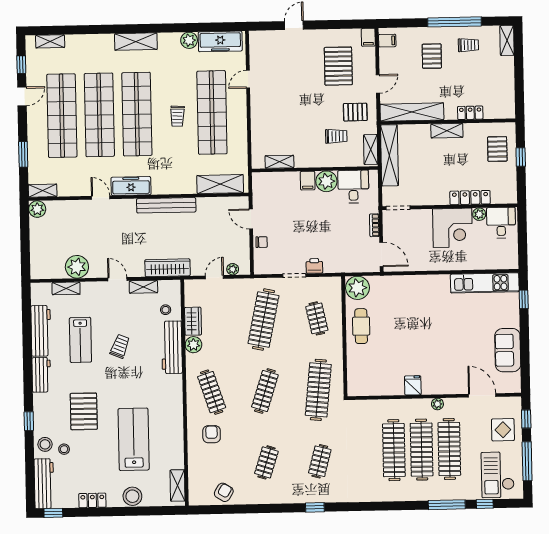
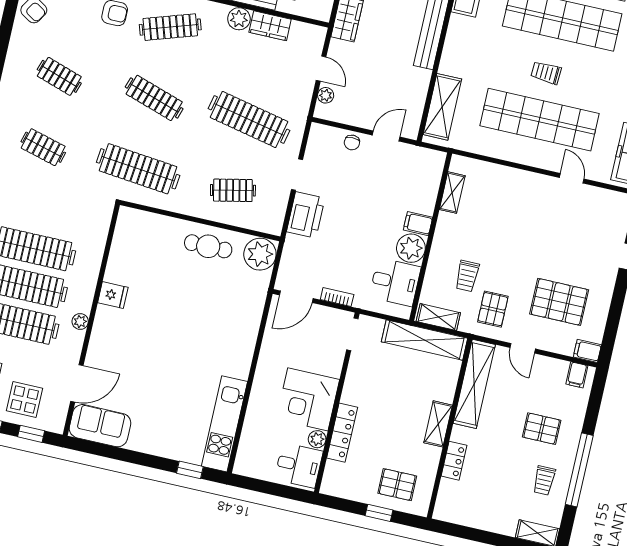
printer: (314, 266) -> (306, 215), width x1.87, depth x1.48
sofa: (508, 350) -> (100, 426), moved

